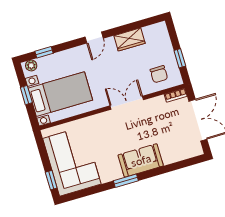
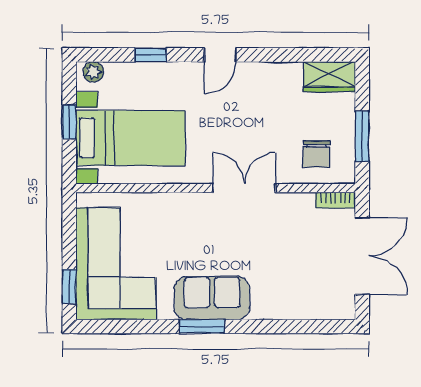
wardrobe: (130, 39) -> (329, 77), moved
window: (44, 52) -> (150, 55), moved
window: (180, 58) -> (362, 136), width x1.50
sofa: (141, 160) -> (212, 298), moved

